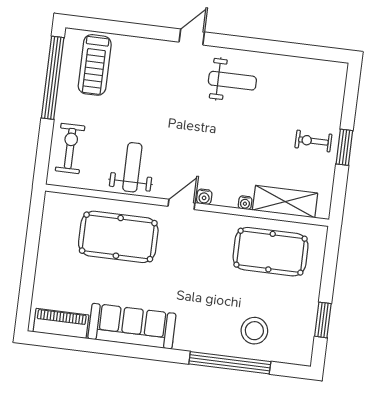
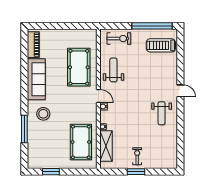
weight bench: (132, 167) -> (113, 70), turned -90
stool: (254, 331) -> (43, 114), moved
window: (230, 363) -> (24, 129), width x0.68

